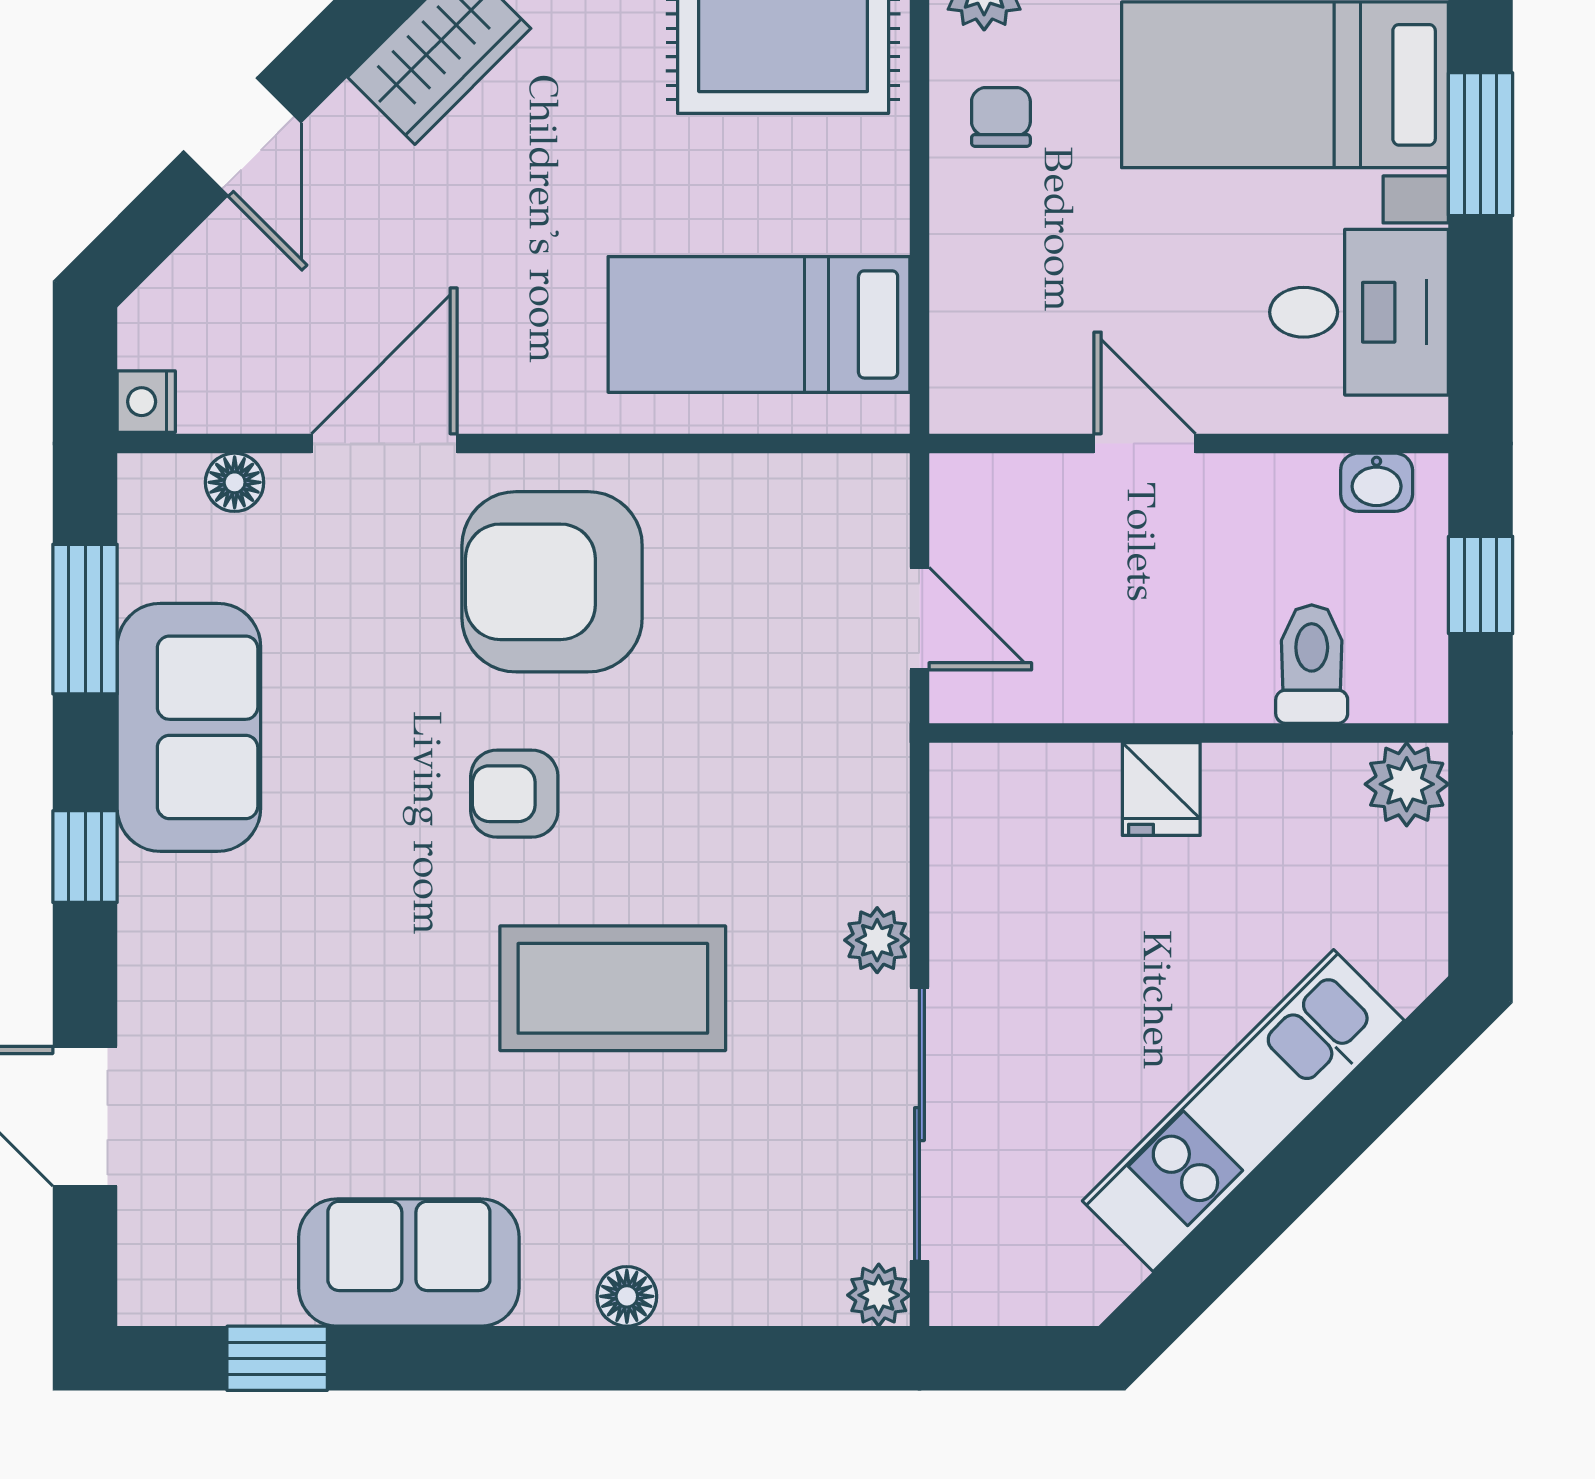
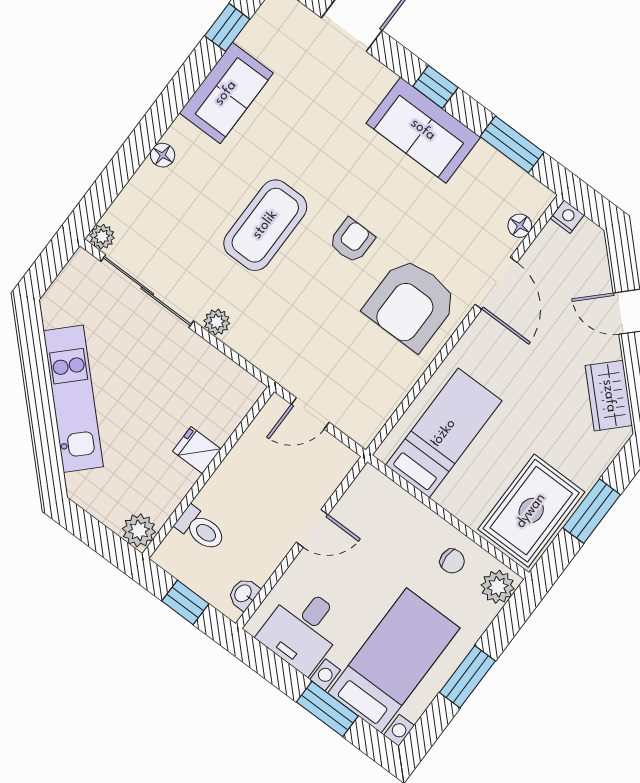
armchair: (552, 582) -> (411, 304), turned 180
sofa: (189, 727) -> (423, 130), moved

